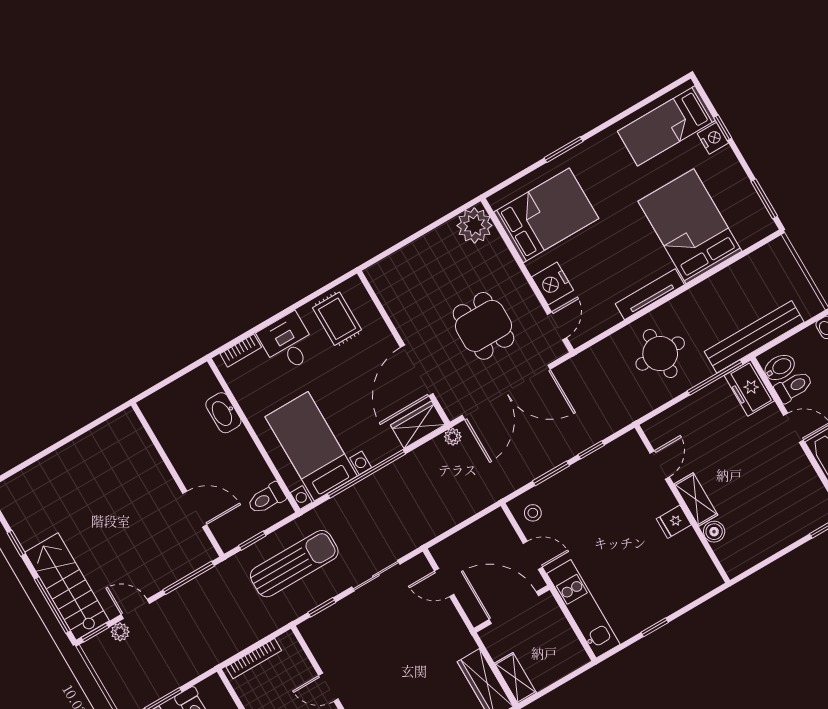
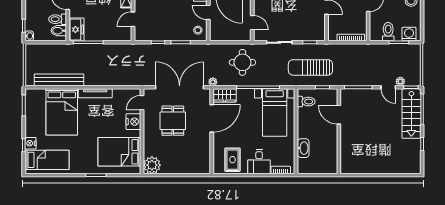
bench: (754, 337) -> (59, 80), moved
round table: (660, 354) -> (242, 62), moved

